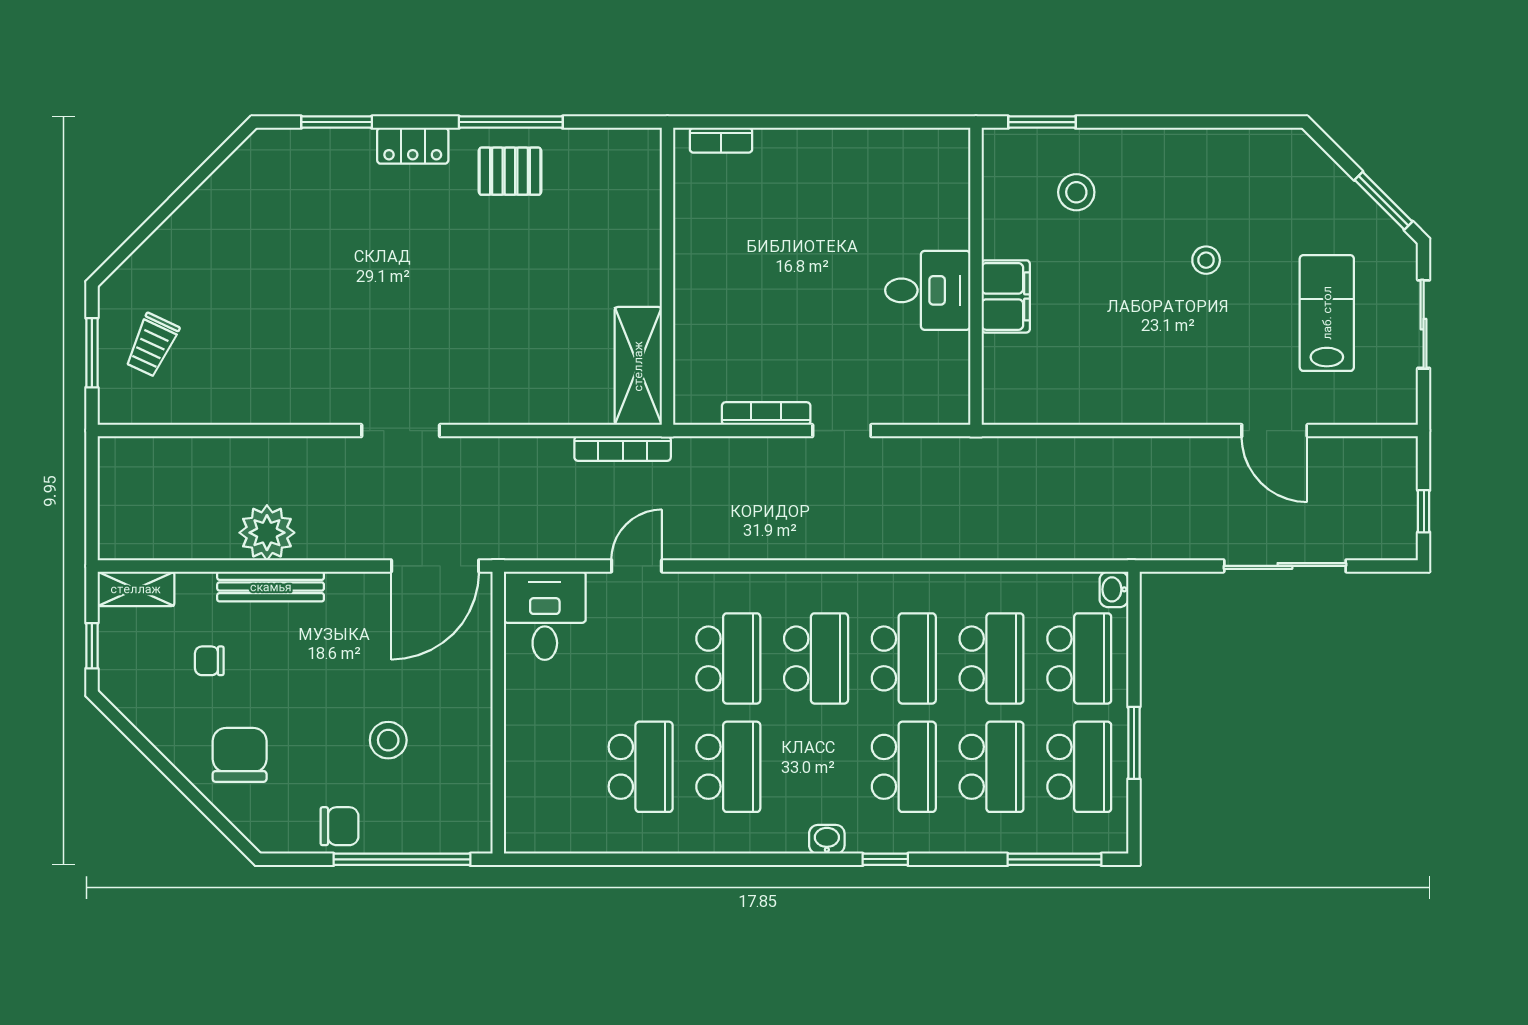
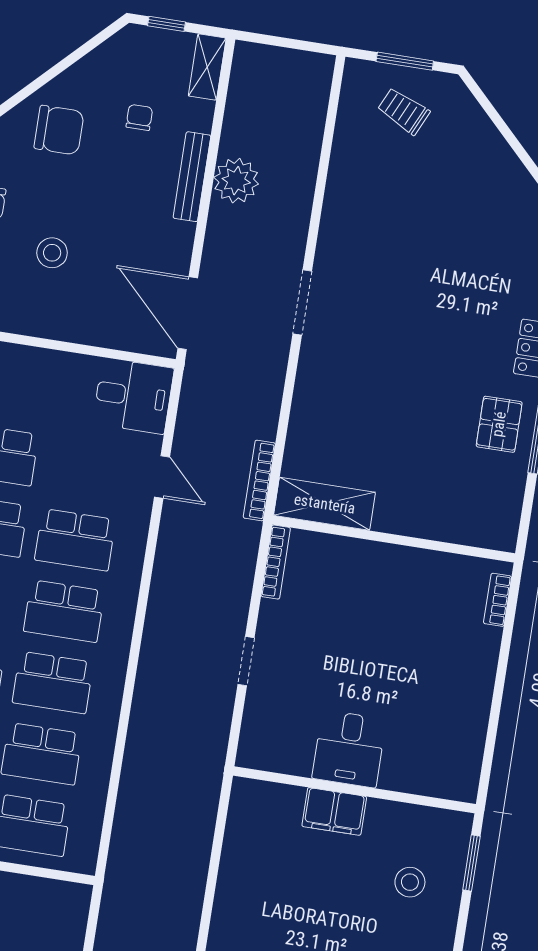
bookcase: (766, 414) -> (276, 562), moved
washbasin: (1114, 589) -> (82, 862), removed

